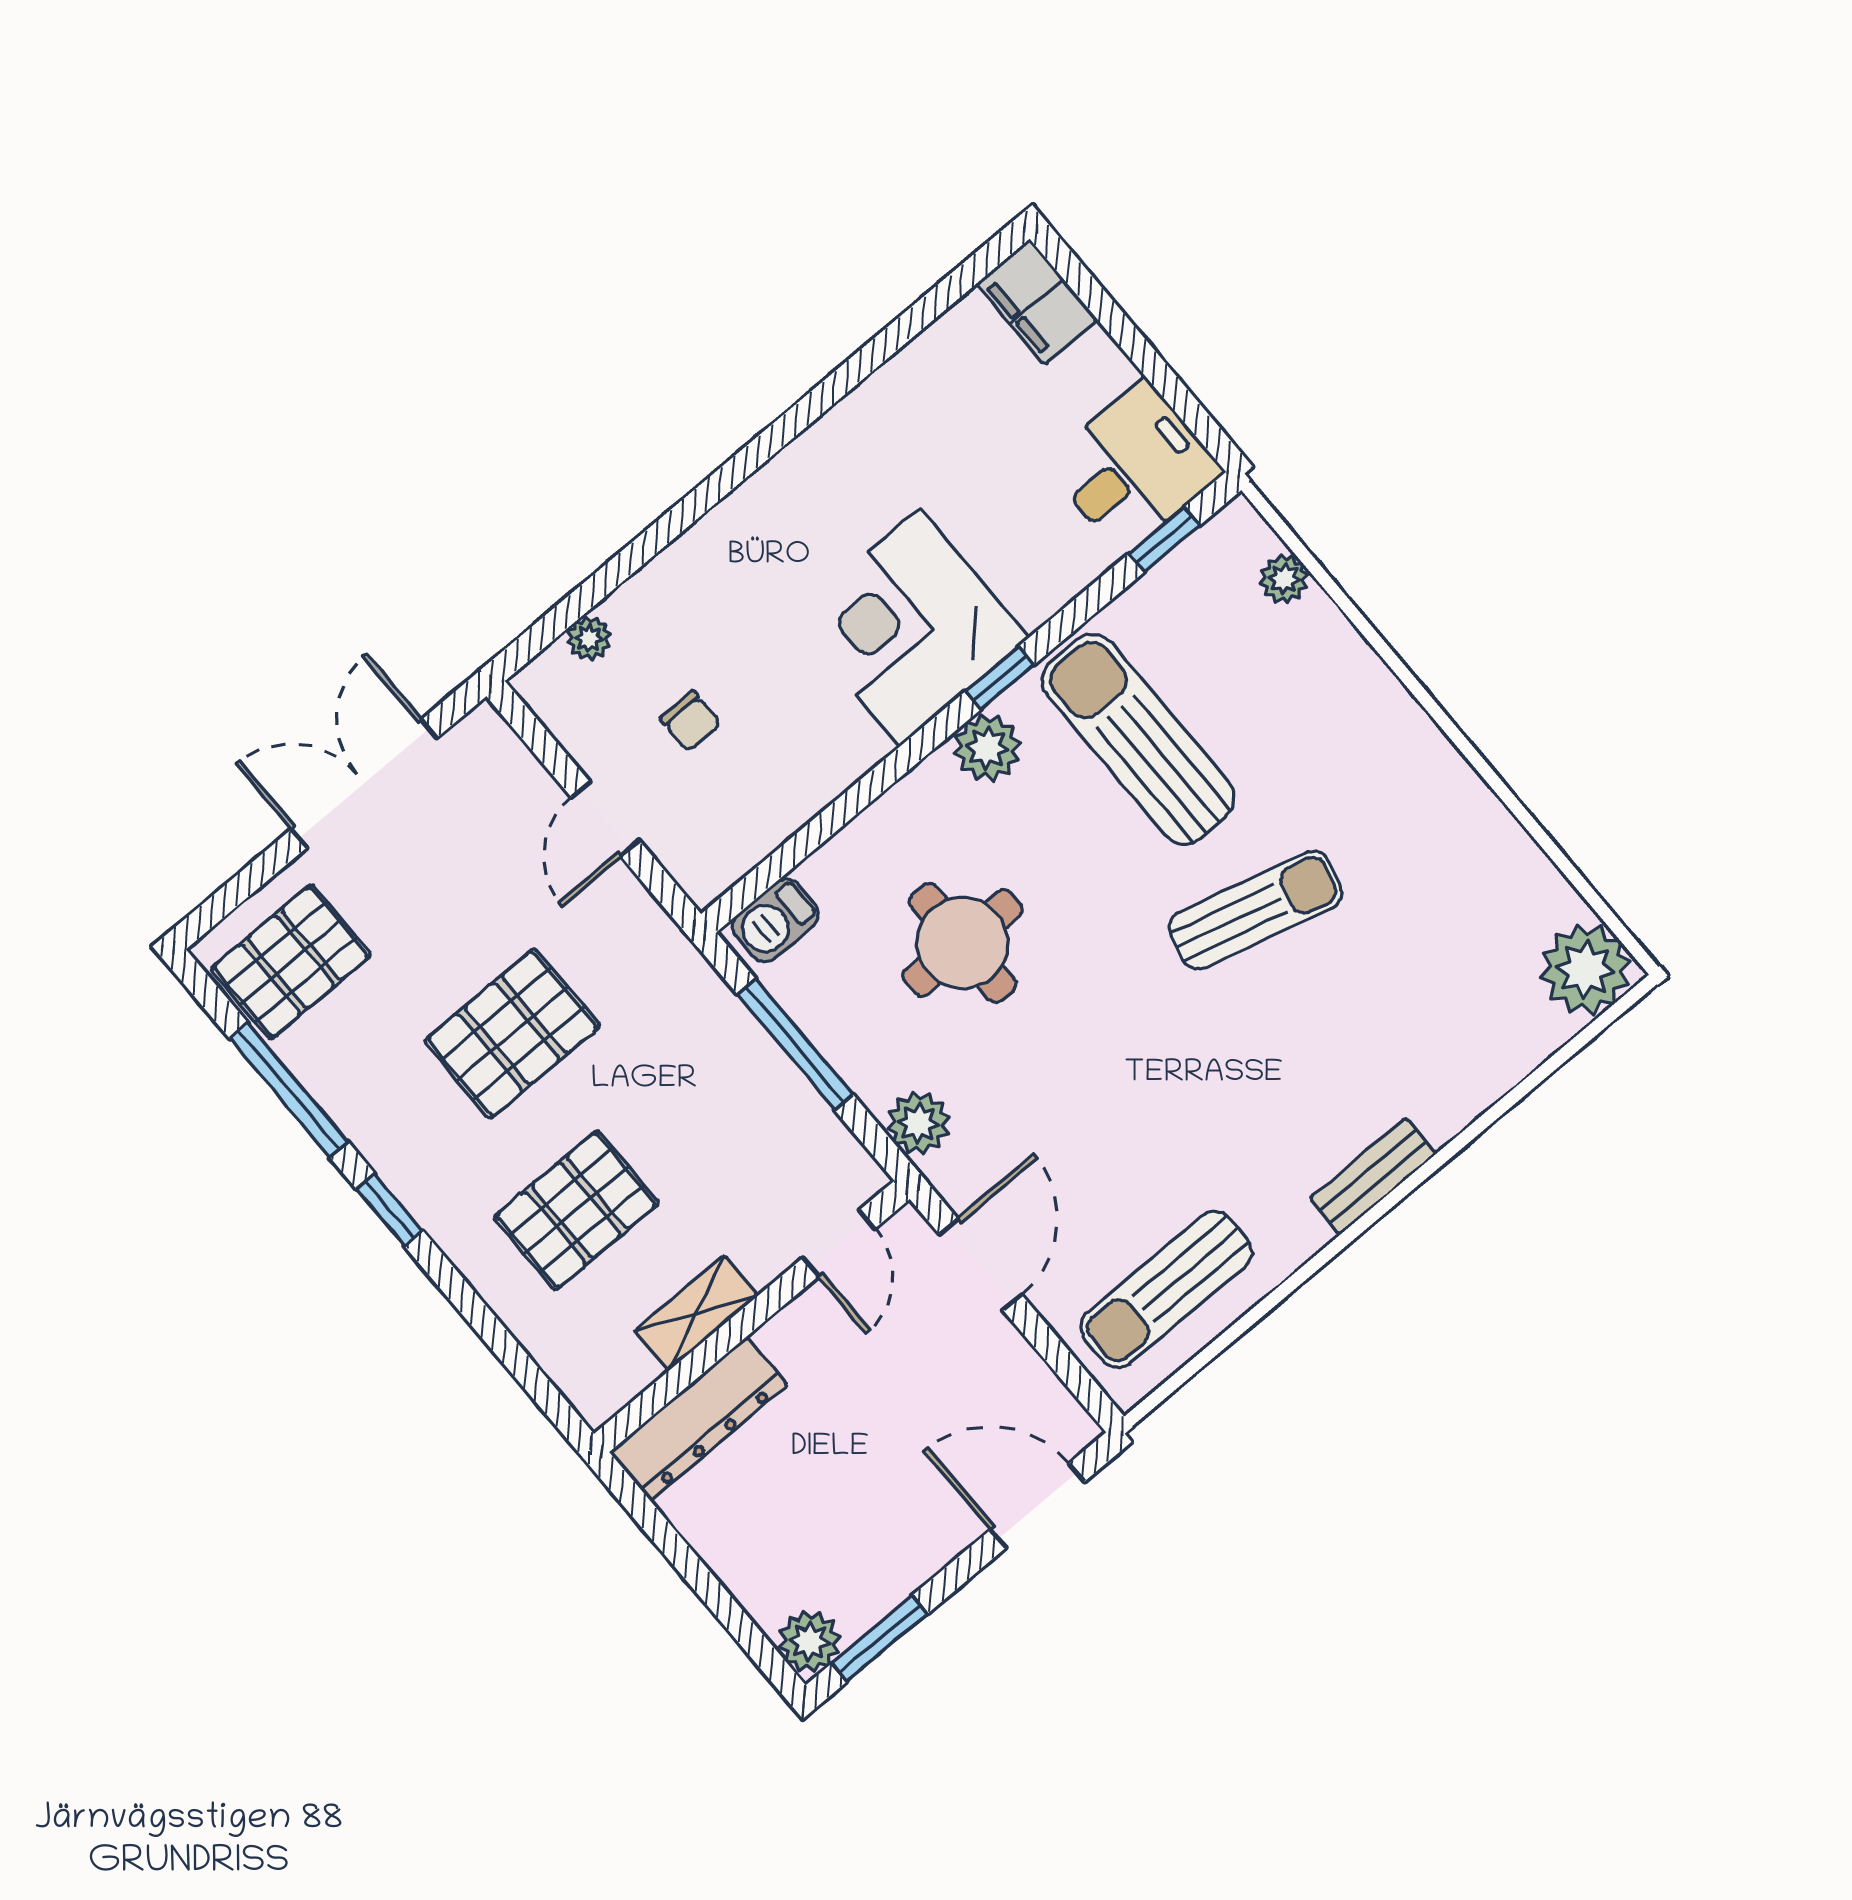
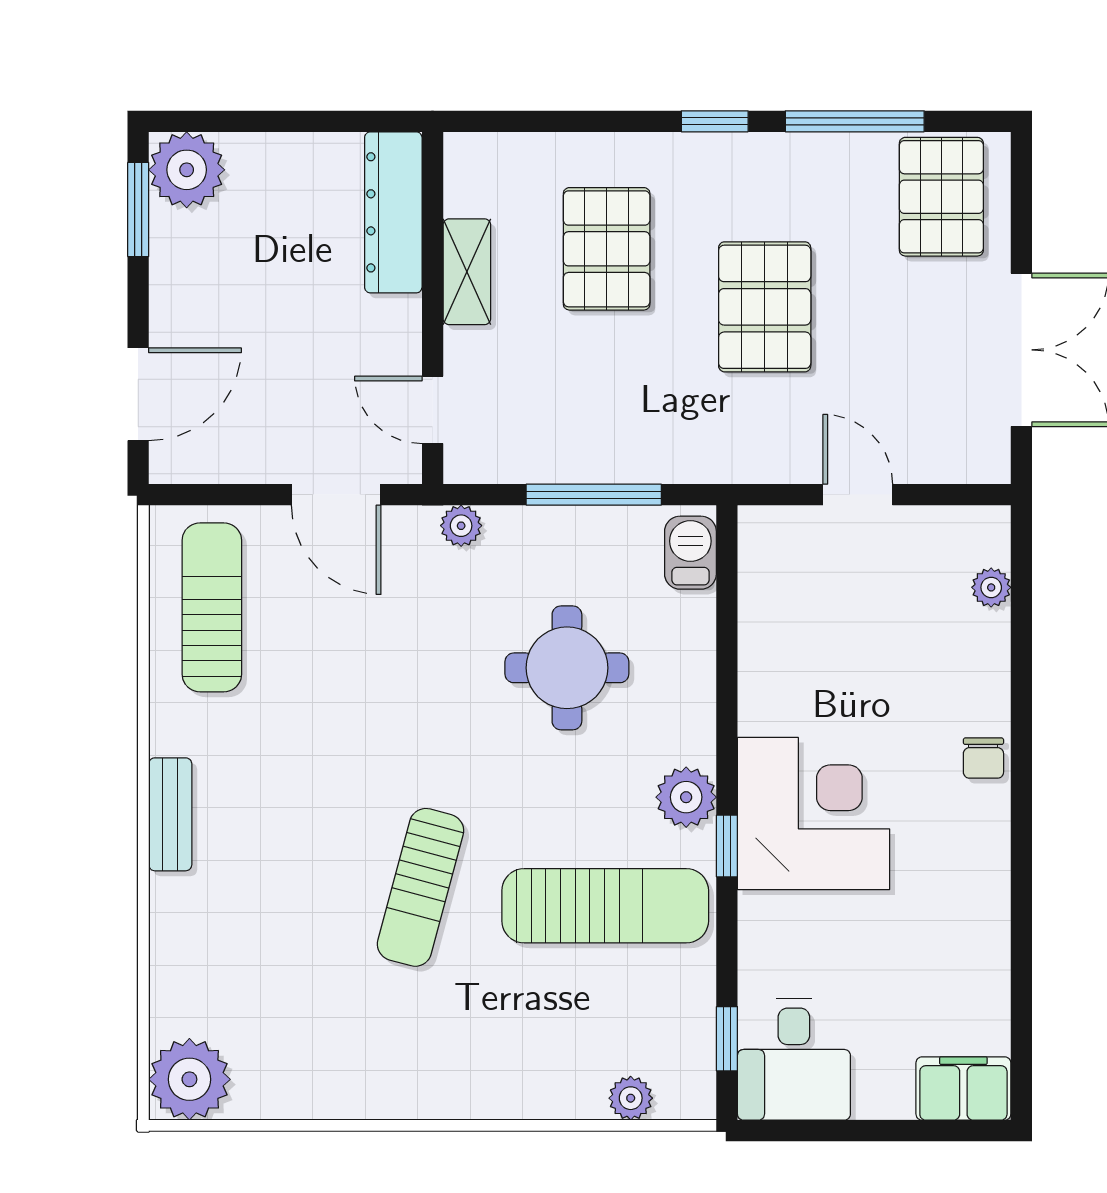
chair: (691, 721) -> (983, 758), moved, turned -90
plant: (918, 1123) -> (461, 526), width x0.73, depth x0.73
plant: (809, 1642) -> (187, 170), width x1.36, depth x1.36

